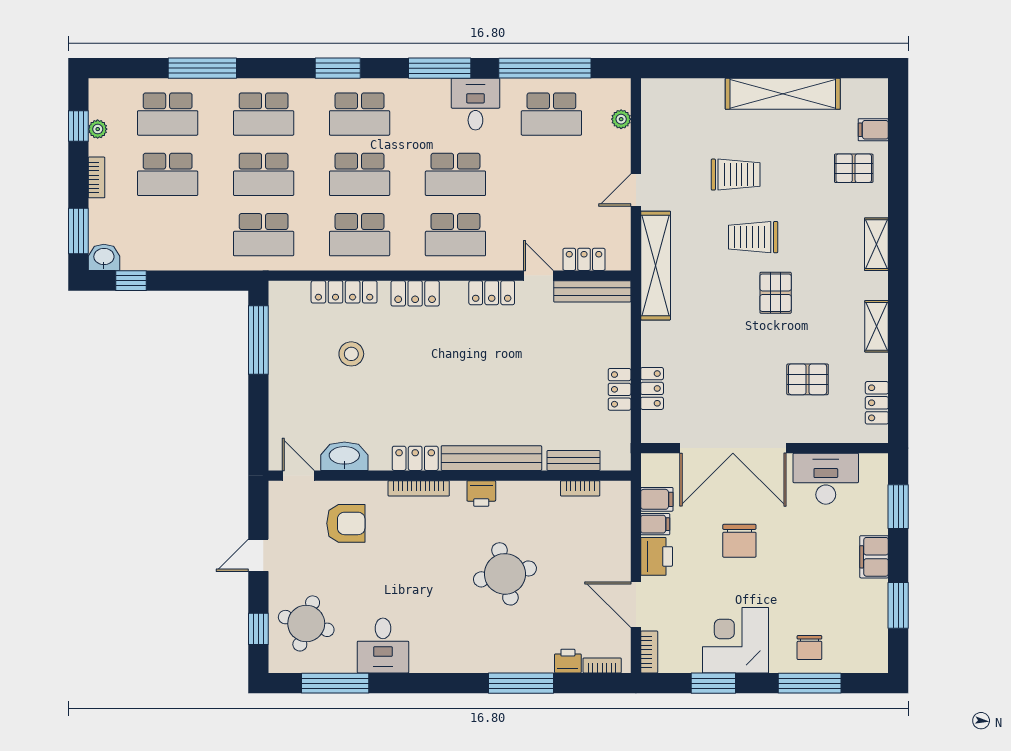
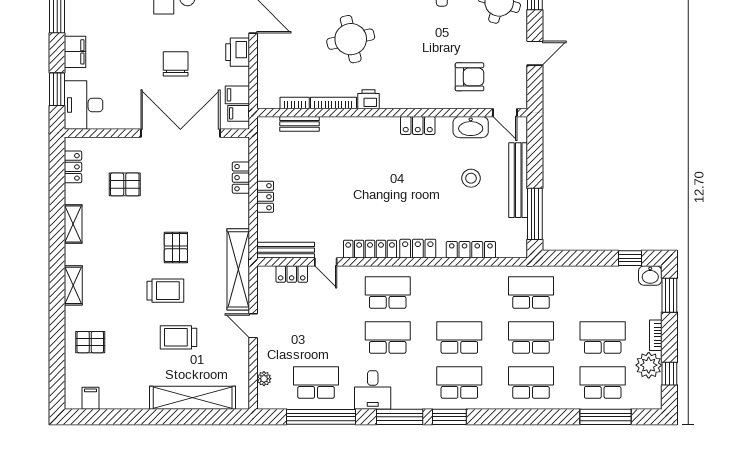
window: (202, 68) -> (605, 417), moved
window: (338, 68) -> (449, 417), moved
shelving: (783, 94) -> (193, 398), moved
plant: (98, 129) -> (649, 365), width x1.88, depth x1.88
filing cabinet: (873, 130) -> (91, 398), moved, turned -90
door: (636, 190) -> (253, 326), swing flipped
school desk: (360, 235) -> (459, 292), removed
locker: (492, 293) -> (370, 249), width x1.53
pallet: (776, 293) -> (176, 247), moved
stool: (351, 354) -> (471, 178), moved
locker: (620, 389) -> (265, 197), moved
bench: (491, 458) -> (518, 180), moved, turned 90
desk: (826, 479) -> (84, 105), moved, turned 90
bookcase: (419, 488) -> (333, 103), moved
armchair: (346, 523) -> (470, 77), turned 180
filing cabinet: (655, 524) -> (239, 113), moved

